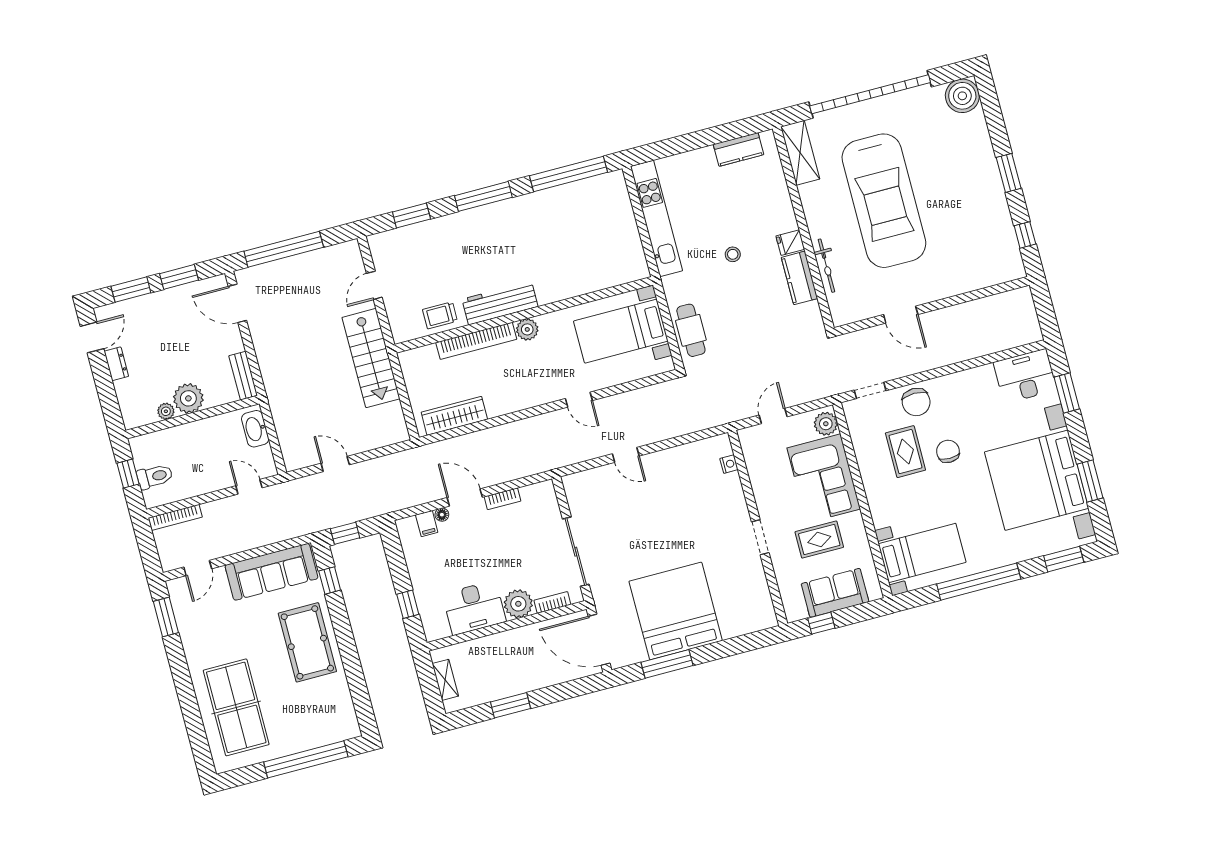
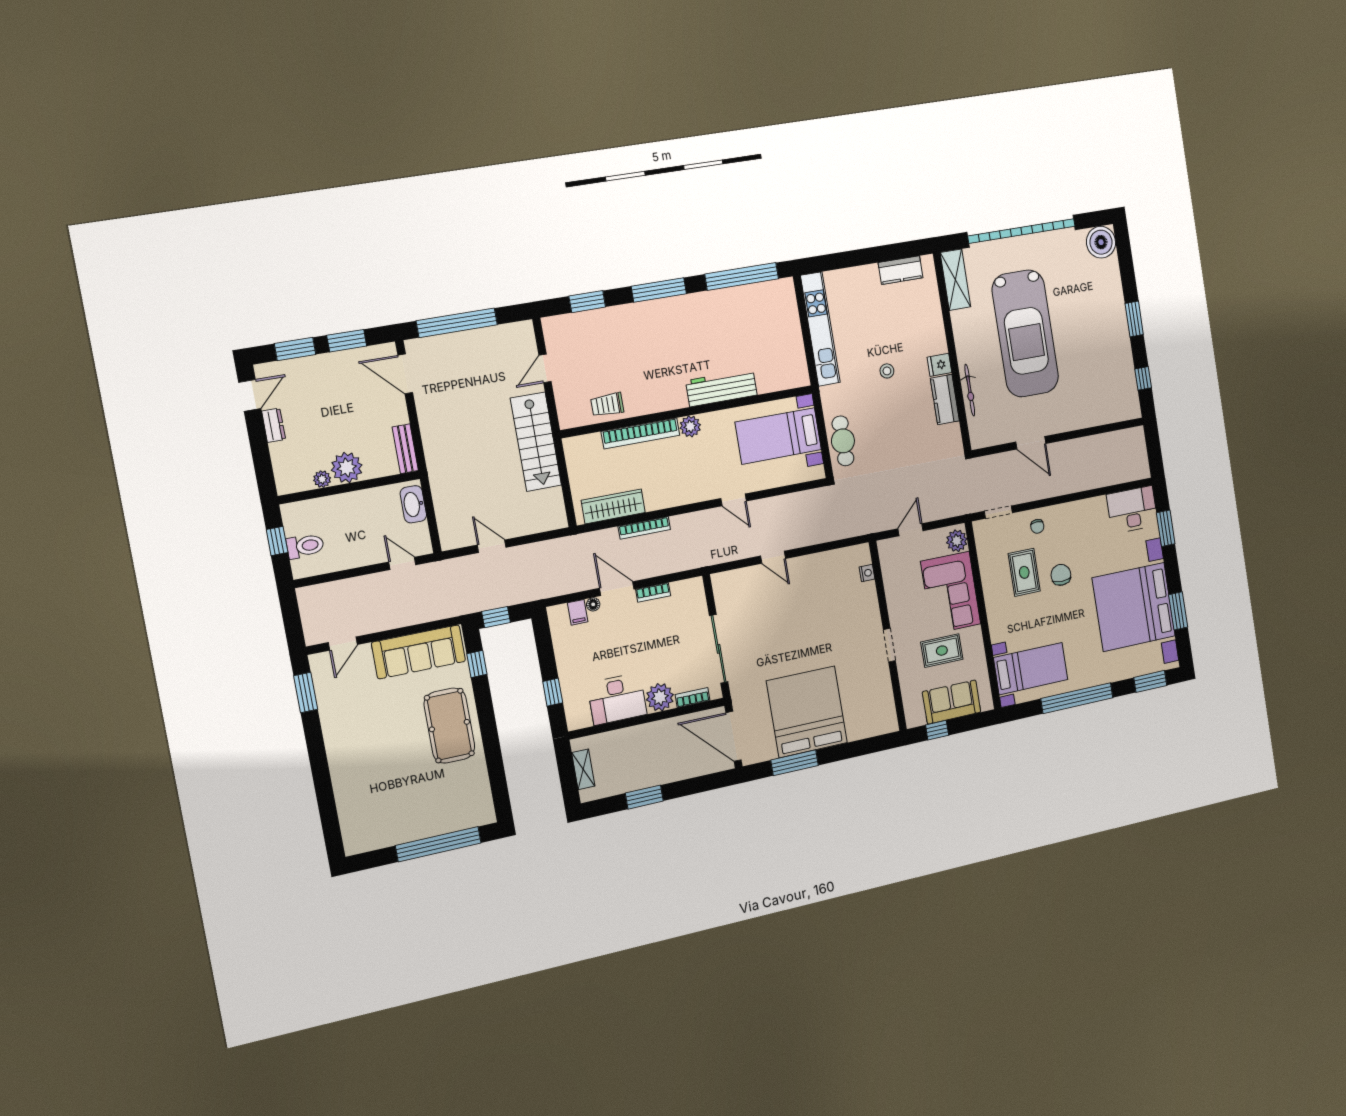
workbench: (500, 303) -> (721, 388), moved
chair: (916, 402) -> (1037, 526), width x0.54, depth x0.54
bookcase: (175, 517) -> (644, 528), moved
table tennis table: (236, 707) -> (372, 789), removed

